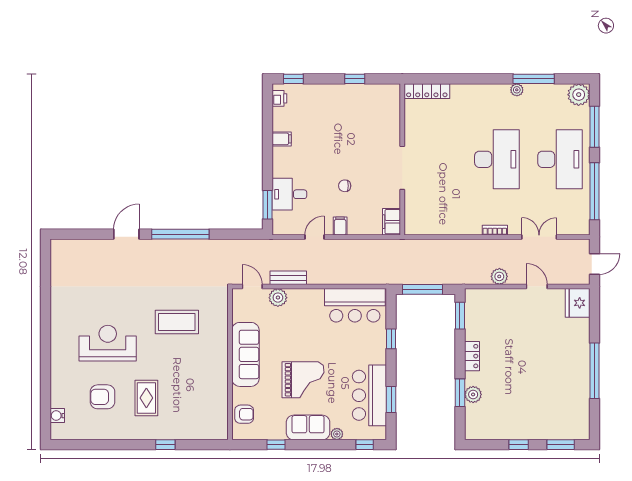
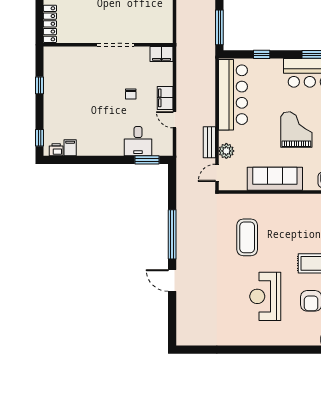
filing cabinet: (282, 139) -> (70, 148), moved
filing cabinet: (340, 226) -> (165, 98), width x2.00
bar counter: (355, 305) -> (233, 95), width x1.36

